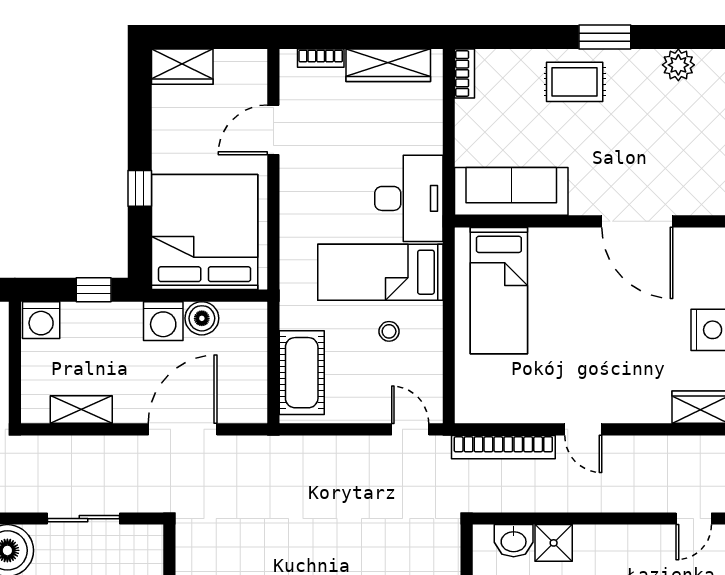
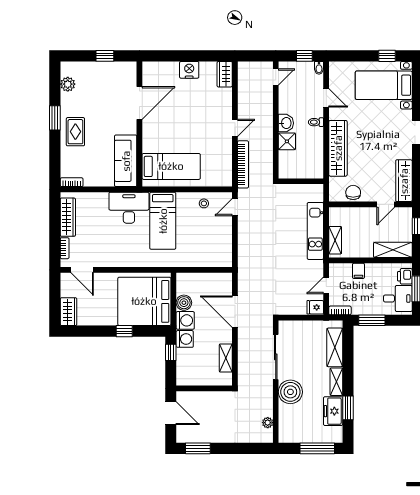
door: (273, 130) -> (82, 270), moved
washing machine: (41, 320) -> (185, 339), moved
stool: (389, 331) -> (204, 203), moved
cot: (302, 373) -> (209, 257), removed
sliding door: (84, 519) -> (276, 357), width x1.37
door: (694, 519) -> (276, 77), hinge flipped
washbasin: (514, 541) -> (286, 123), moved

